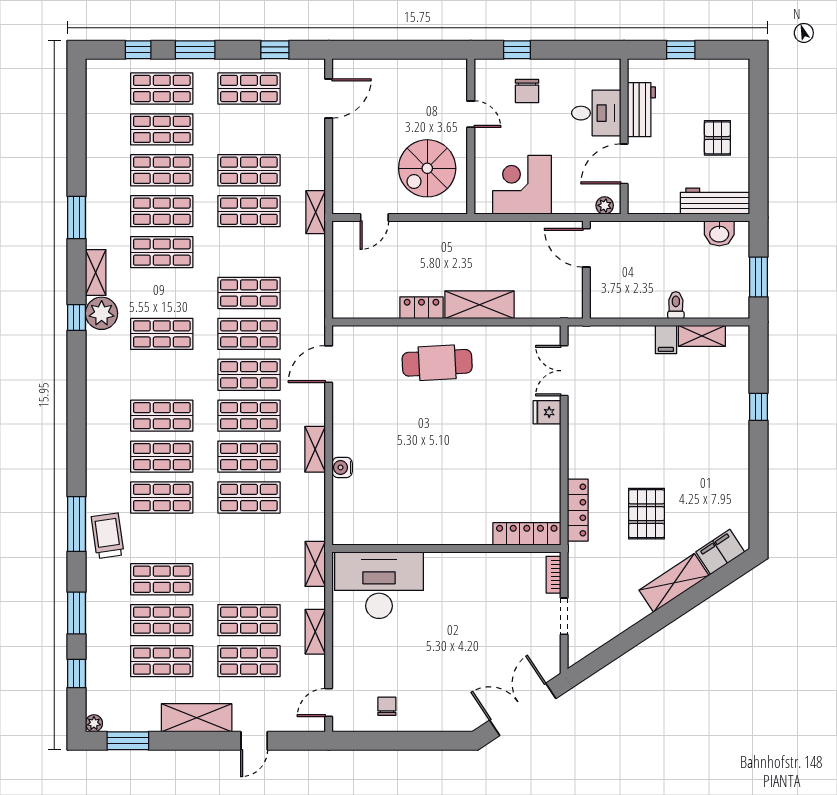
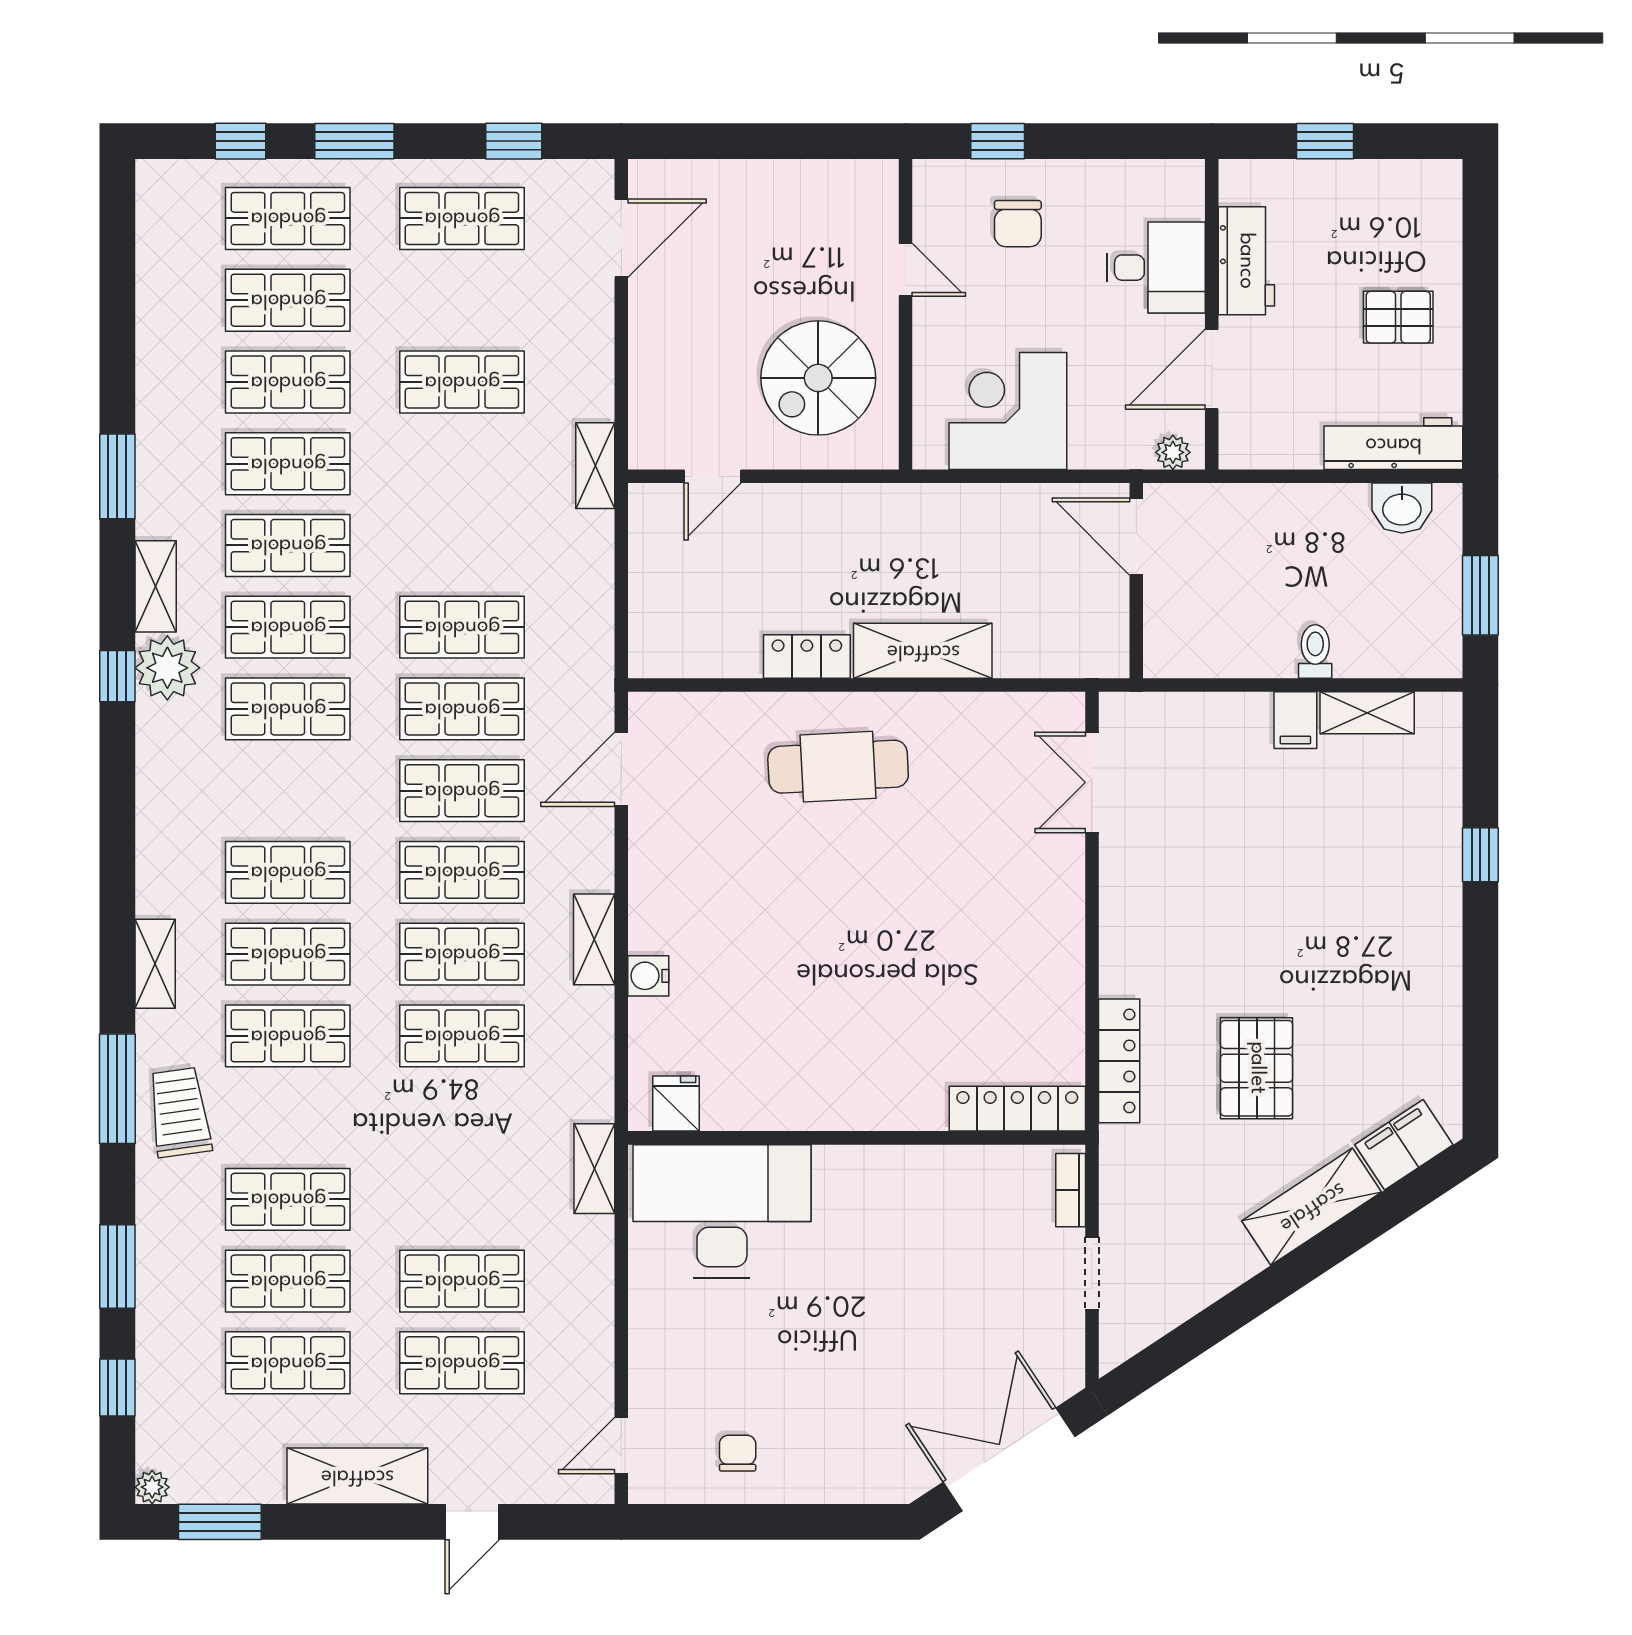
pallet: (717, 138) -> (1398, 317), turned 90
shop shelf: (249, 211) -> (288, 627), moved
fridge: (547, 412) -> (676, 1104), moved, turned 90
shelving: (315, 632) -> (155, 964), moved

